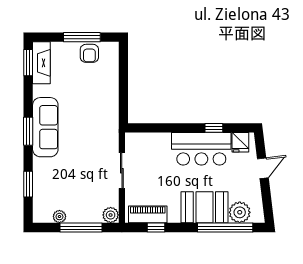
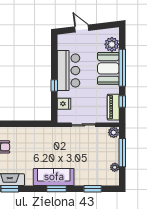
window: (214, 128) -> (54, 86), moved
fridge: (240, 142) -> (64, 104), moved
window: (225, 228) -> (122, 68), moved

